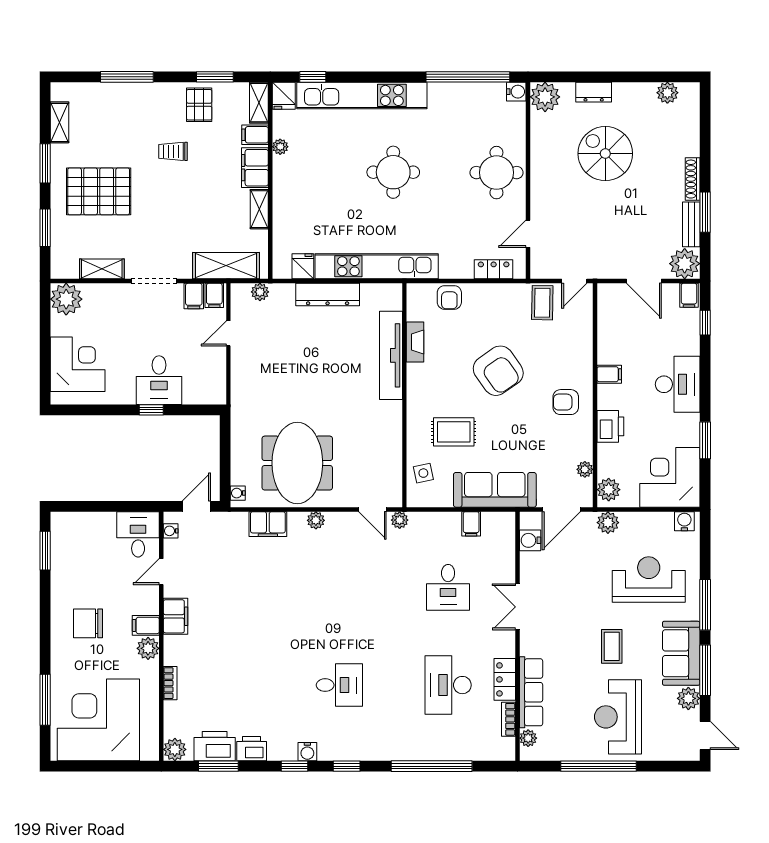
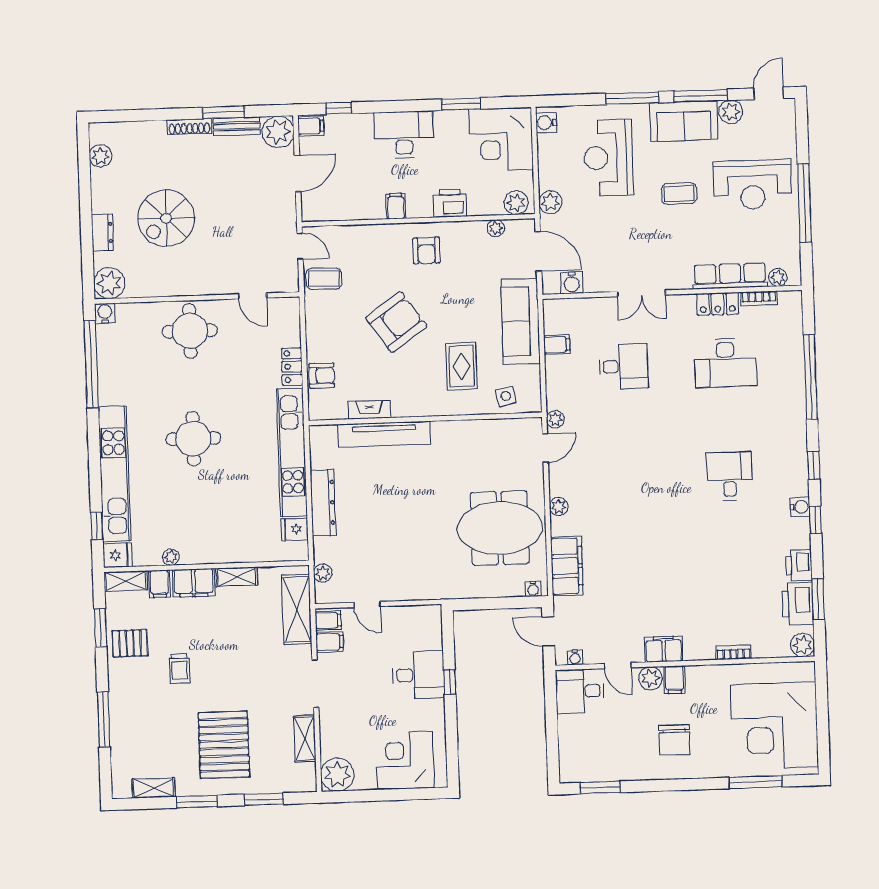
locker: (494, 269) -> (292, 367), moved
filing cabinet: (268, 524) -> (567, 566), width x1.50, depth x1.17
plant: (148, 648) -> (650, 678), moved

